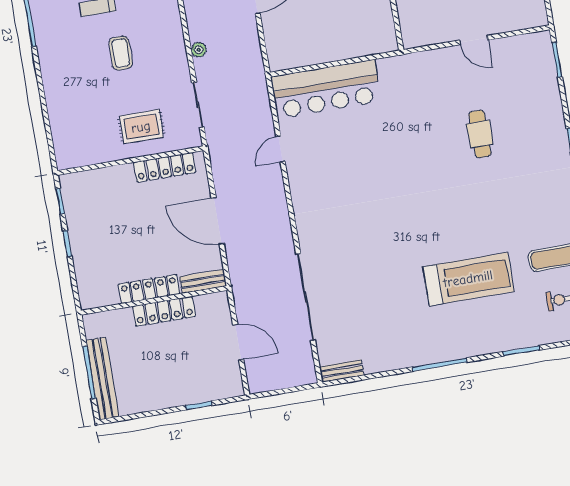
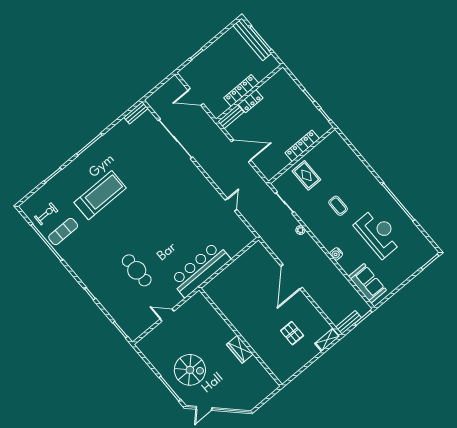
bar counter: (326, 89) -> (200, 269), moved
rug: (141, 127) -> (306, 175), turned 90
cafe table: (480, 134) -> (137, 270), width x1.37, depth x1.35
locker: (165, 167) -> (302, 146), moved
treadmill: (468, 279) -> (100, 195), turned 180
locker: (149, 289) -> (251, 101), width x0.66

